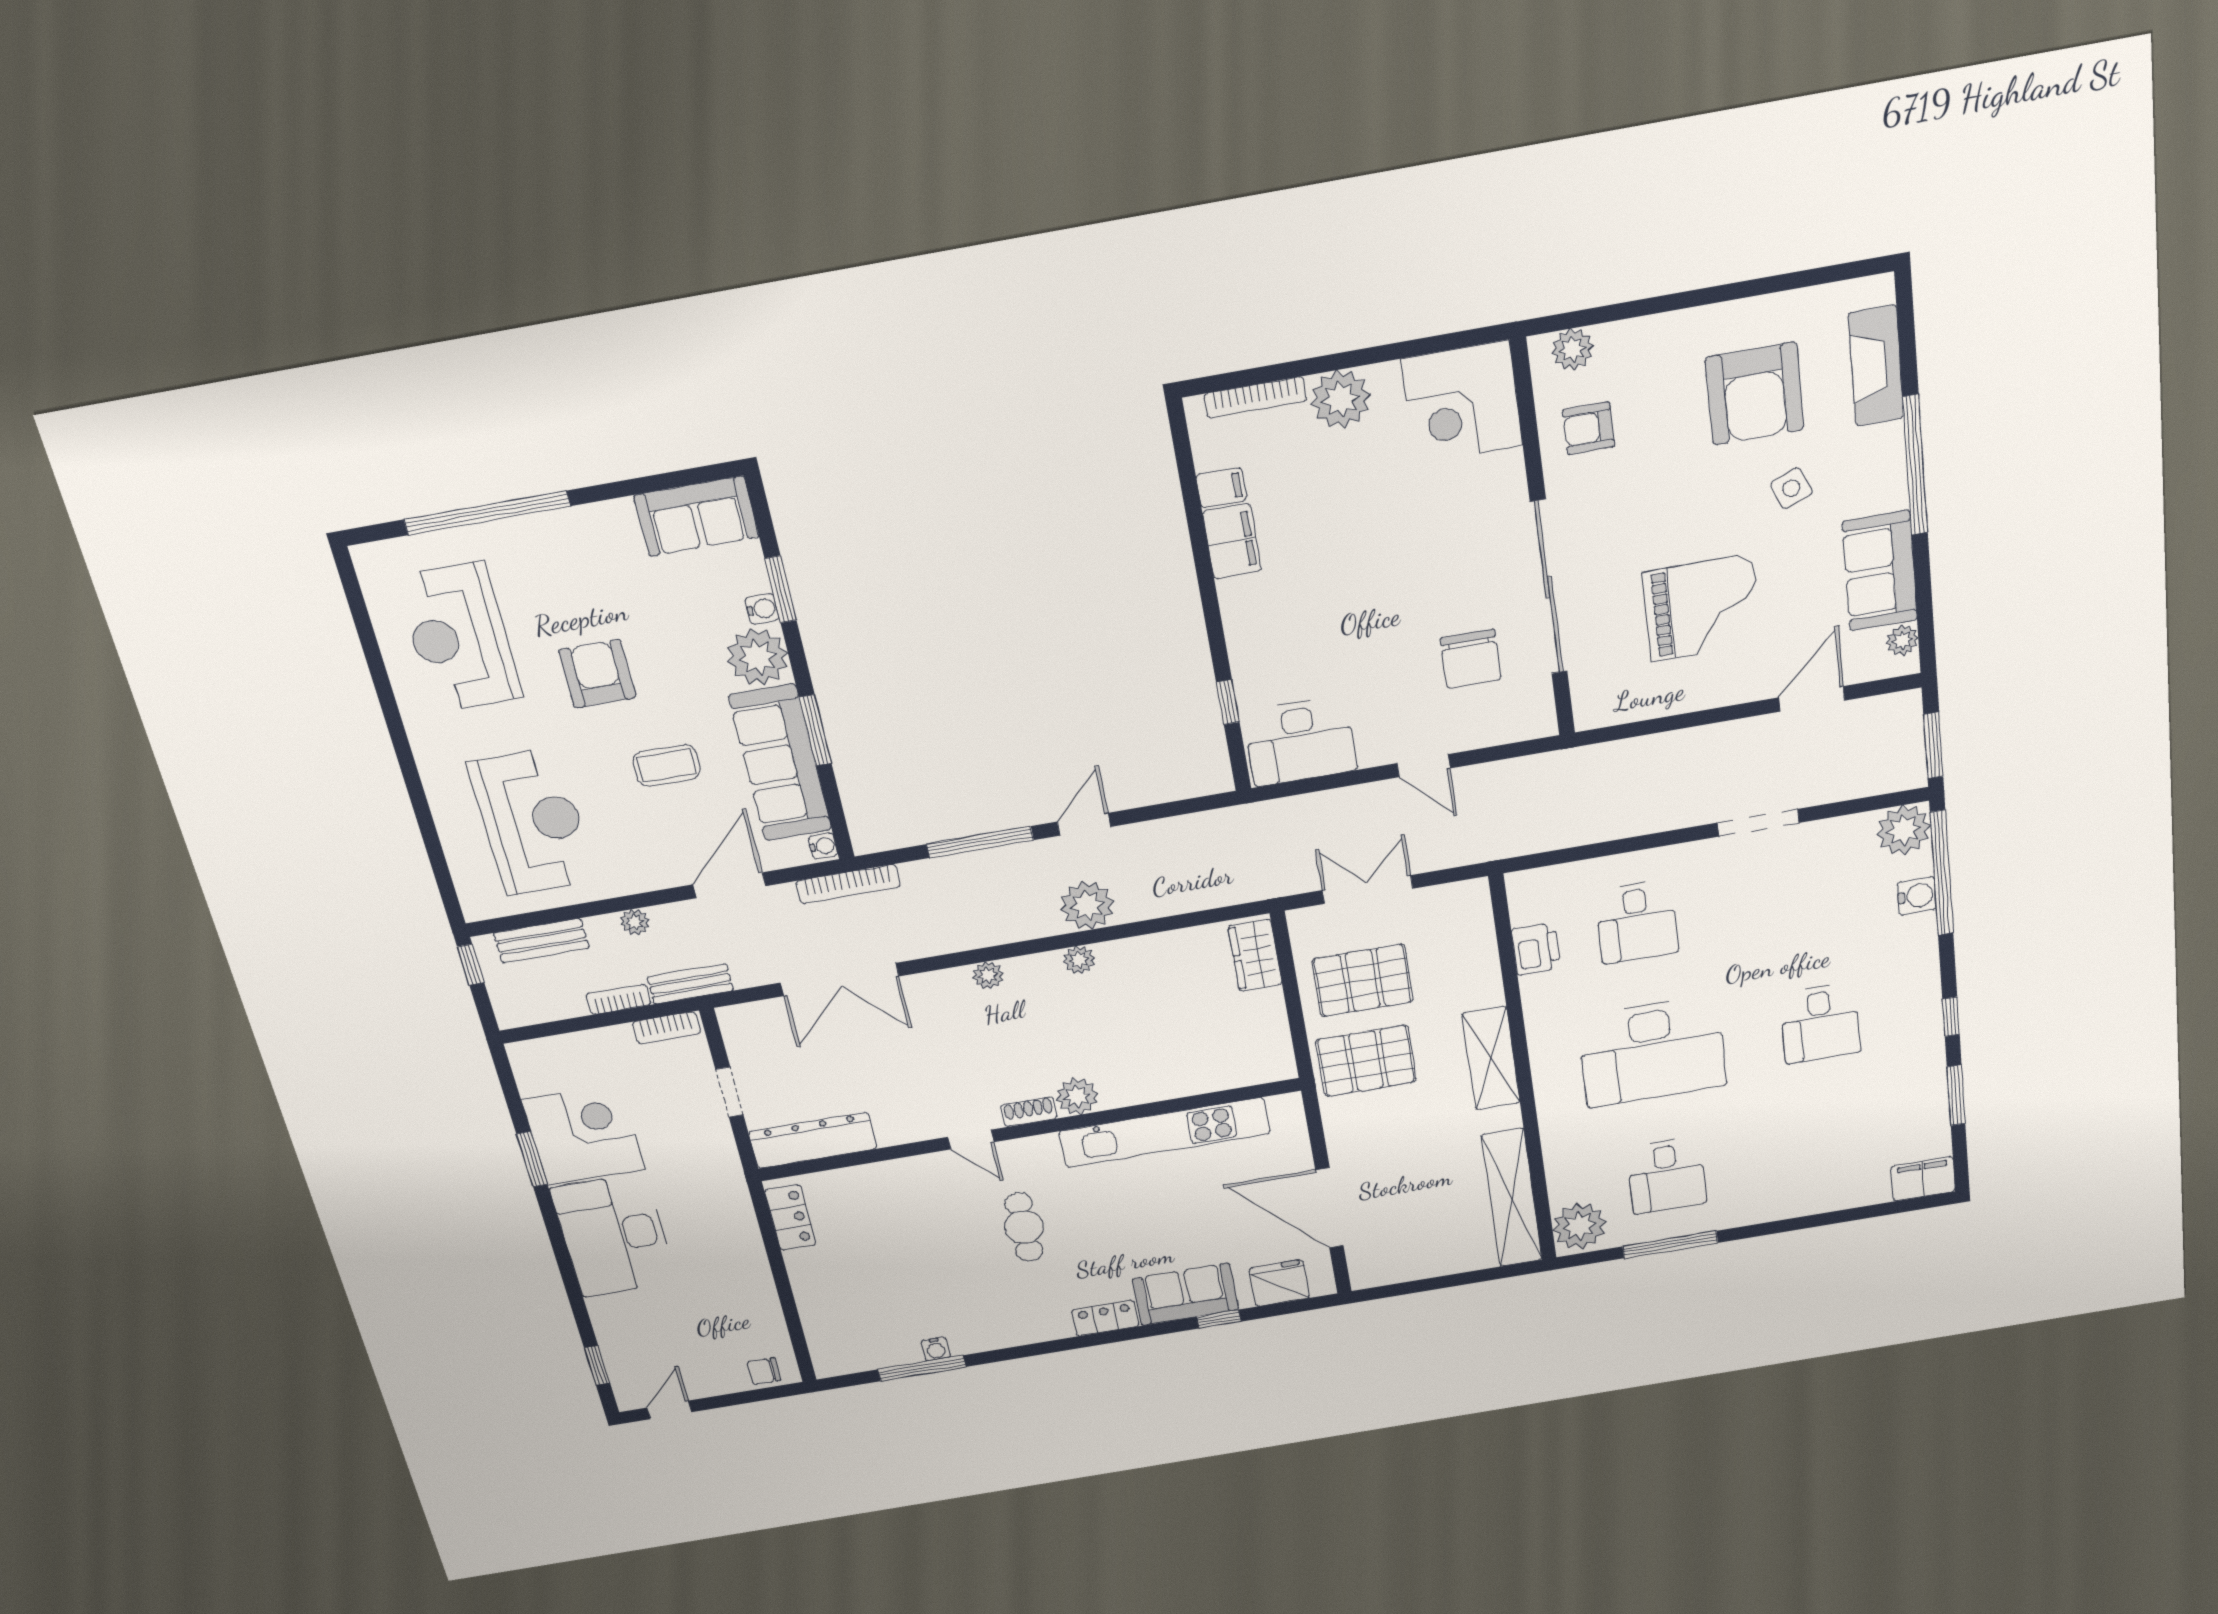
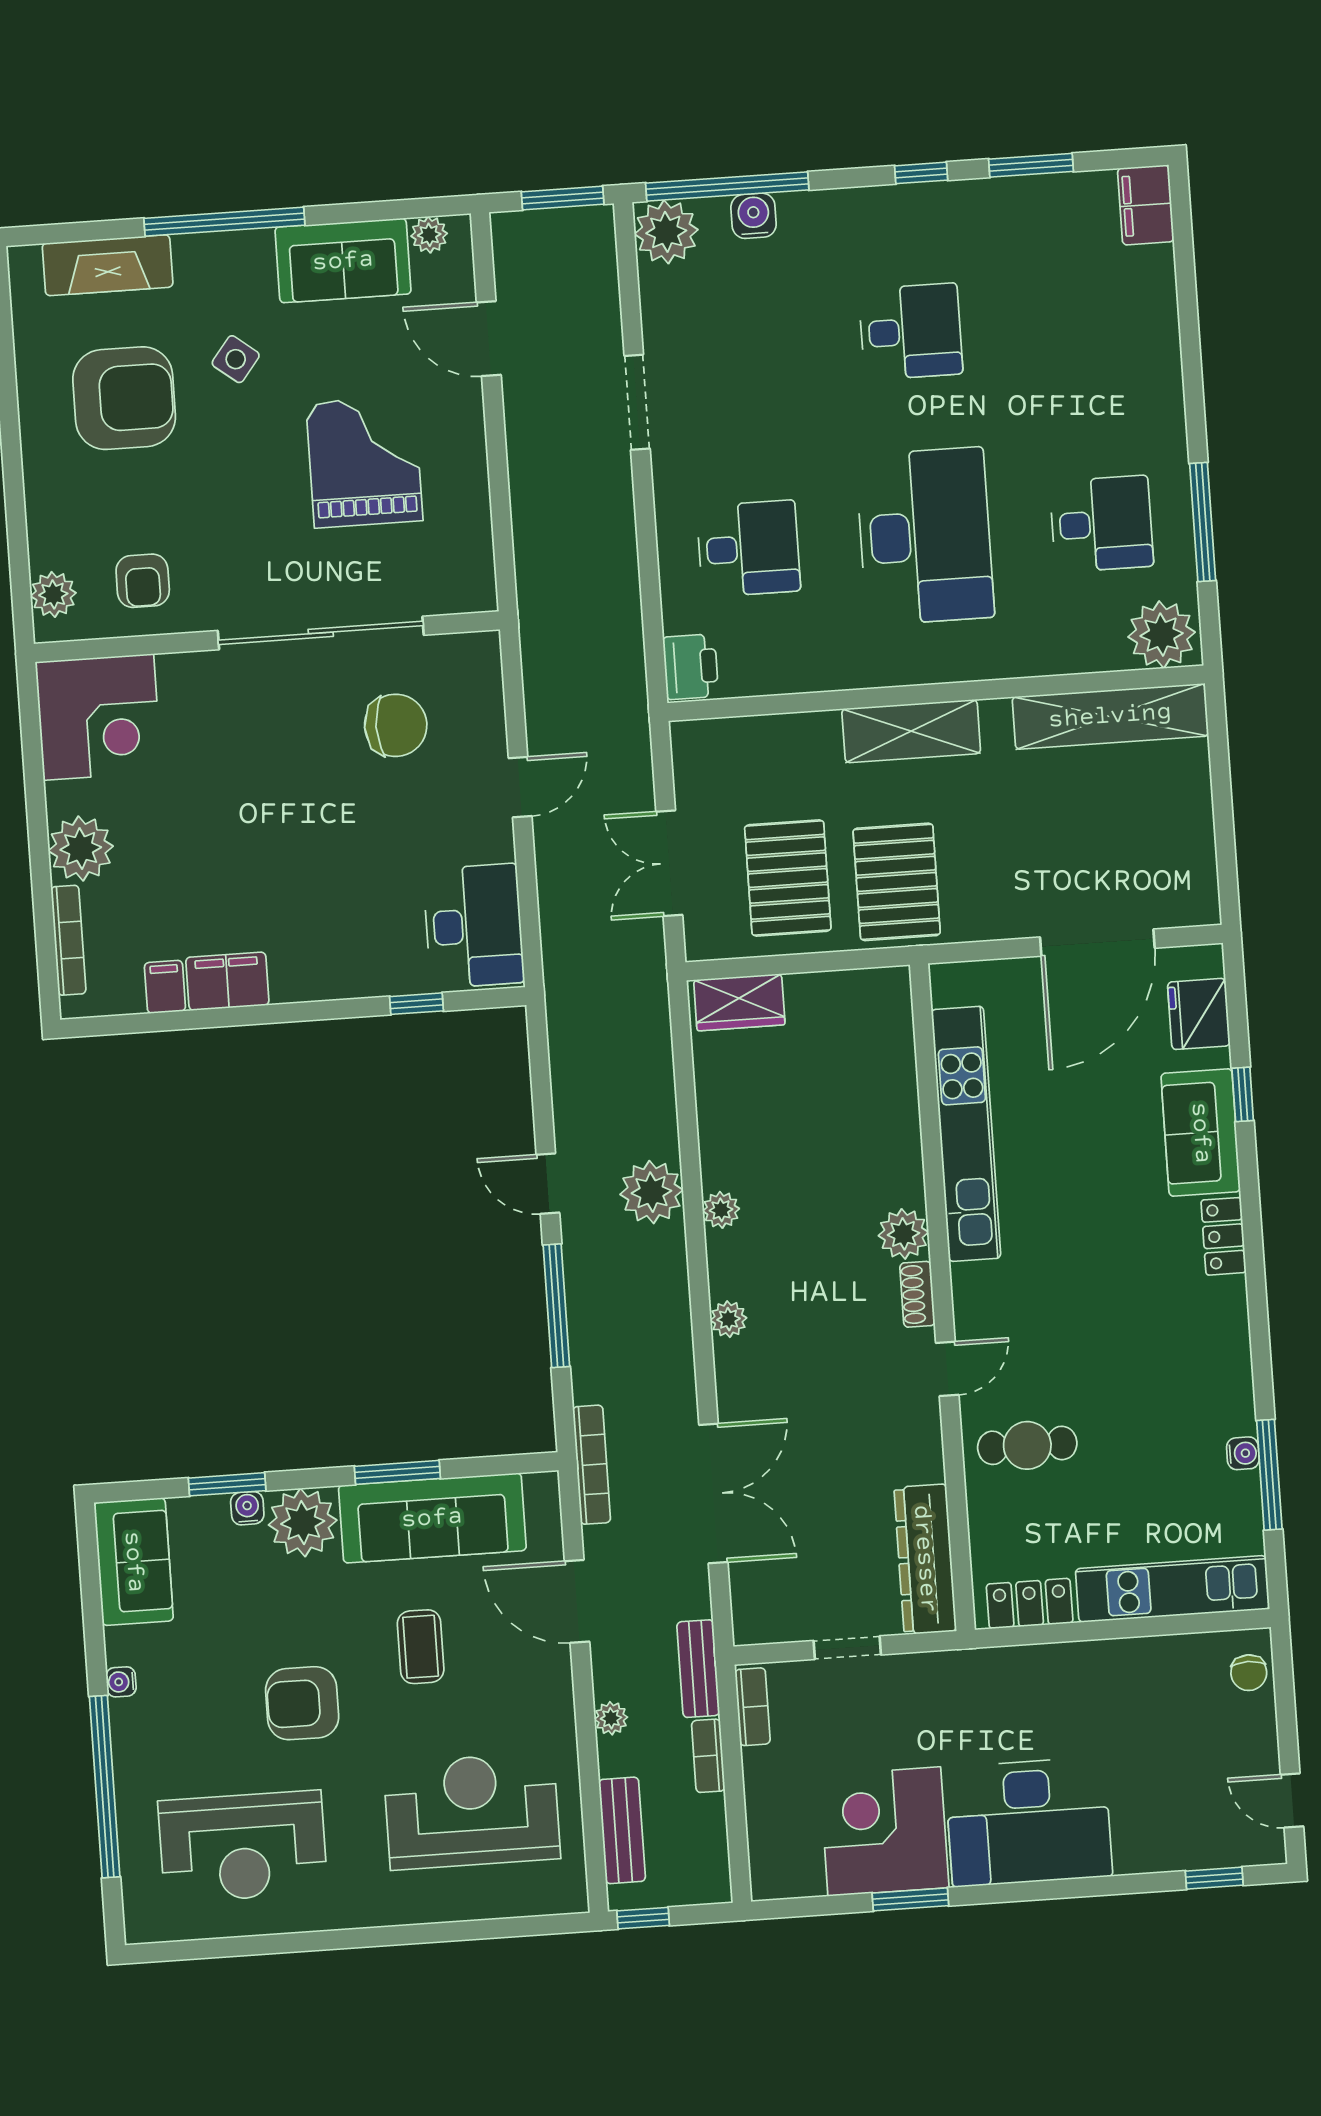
side table: (1791, 488) -> (236, 359), turned -30
water cooler: (823, 846) -> (121, 1682), moved, turned -90
printer: (1536, 949) -> (691, 667), moved, turned 90
cafe table: (1024, 1227) -> (1027, 1445), moved
kitchen unit: (820, 1314) -> (1172, 1589), added

